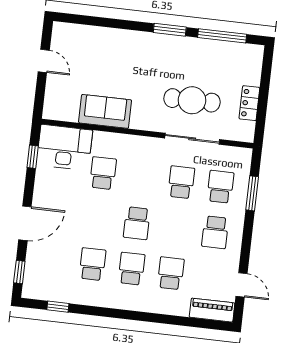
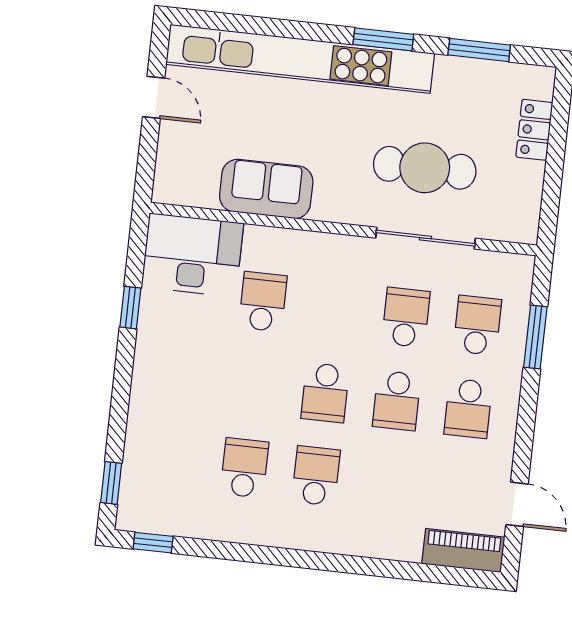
window: (222, 36) -> (479, 50), width x0.69
kitchen unit: (124, 40) -> (300, 59), added
locker: (249, 103) -> (534, 130), moved
window: (33, 157) -> (130, 308), moved
door: (25, 223) -> (121, 394), removed
school desk: (171, 273) -> (397, 401), moved, turned 180
window: (58, 307) -> (153, 543), moved

